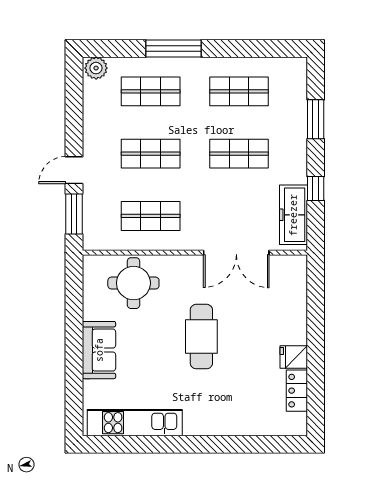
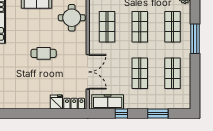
double door: (236, 253) -> (88, 72), swing flipped
cafe table: (201, 337) -> (44, 53), width x0.73, depth x0.74
fridge: (294, 357) -> (56, 102), moved
locker: (297, 391) -> (74, 104), moved

